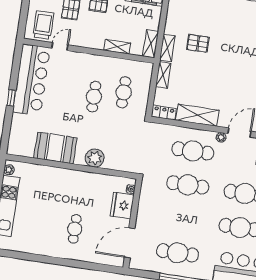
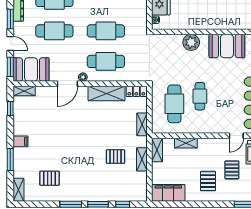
shelving: (167, 48) -> (142, 159), moved
cafe table: (124, 92) -> (174, 104), width x1.37, depth x1.35

